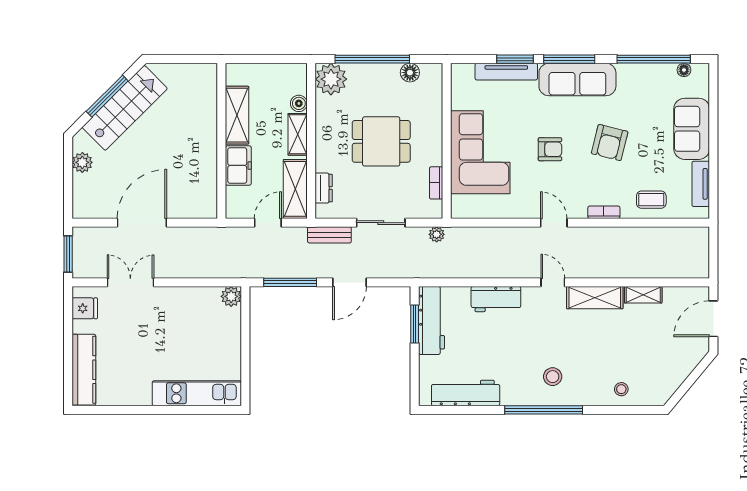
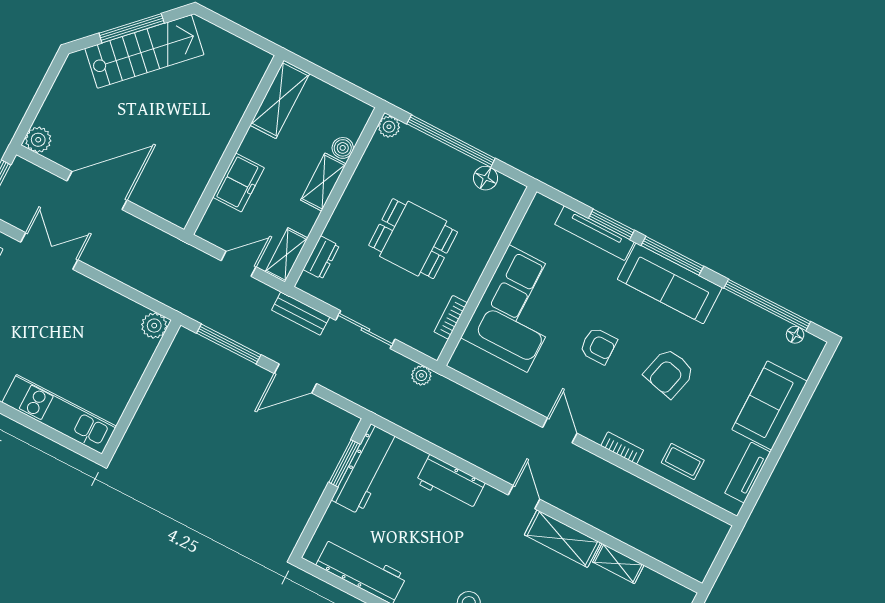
plant: (331, 79) -> (389, 127), width x0.53, depth x0.53
shelving: (237, 115) -> (280, 99), moved
plant: (82, 162) -> (38, 140), moved
shelving: (295, 189) -> (286, 255), width x0.67, depth x0.75

